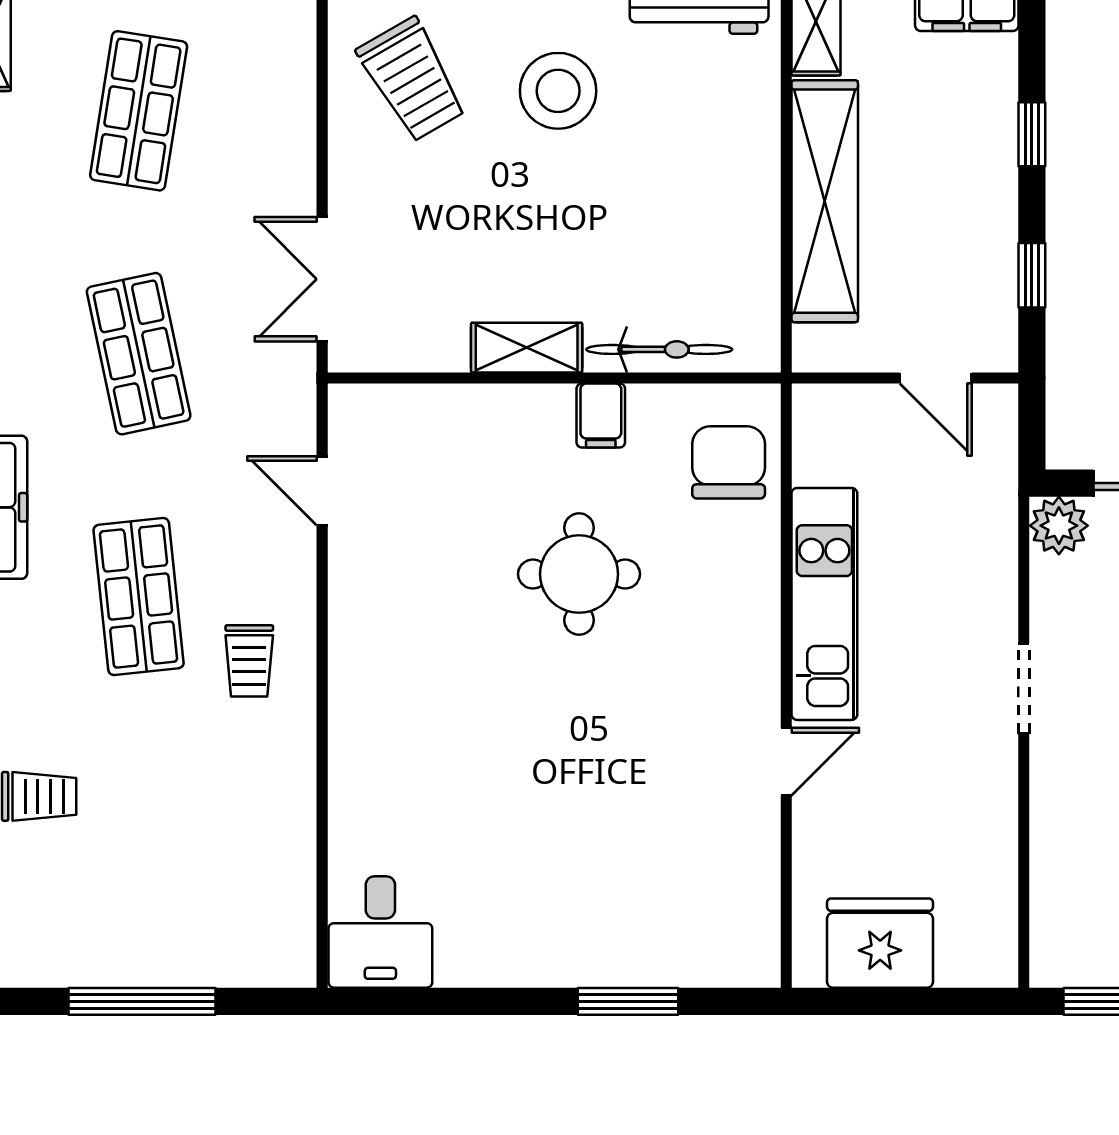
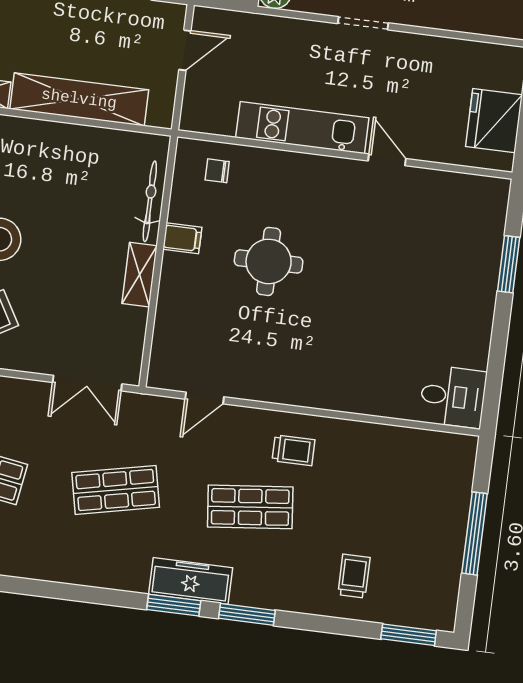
chair: (729, 462) -> (217, 171), width x0.54, depth x0.54

